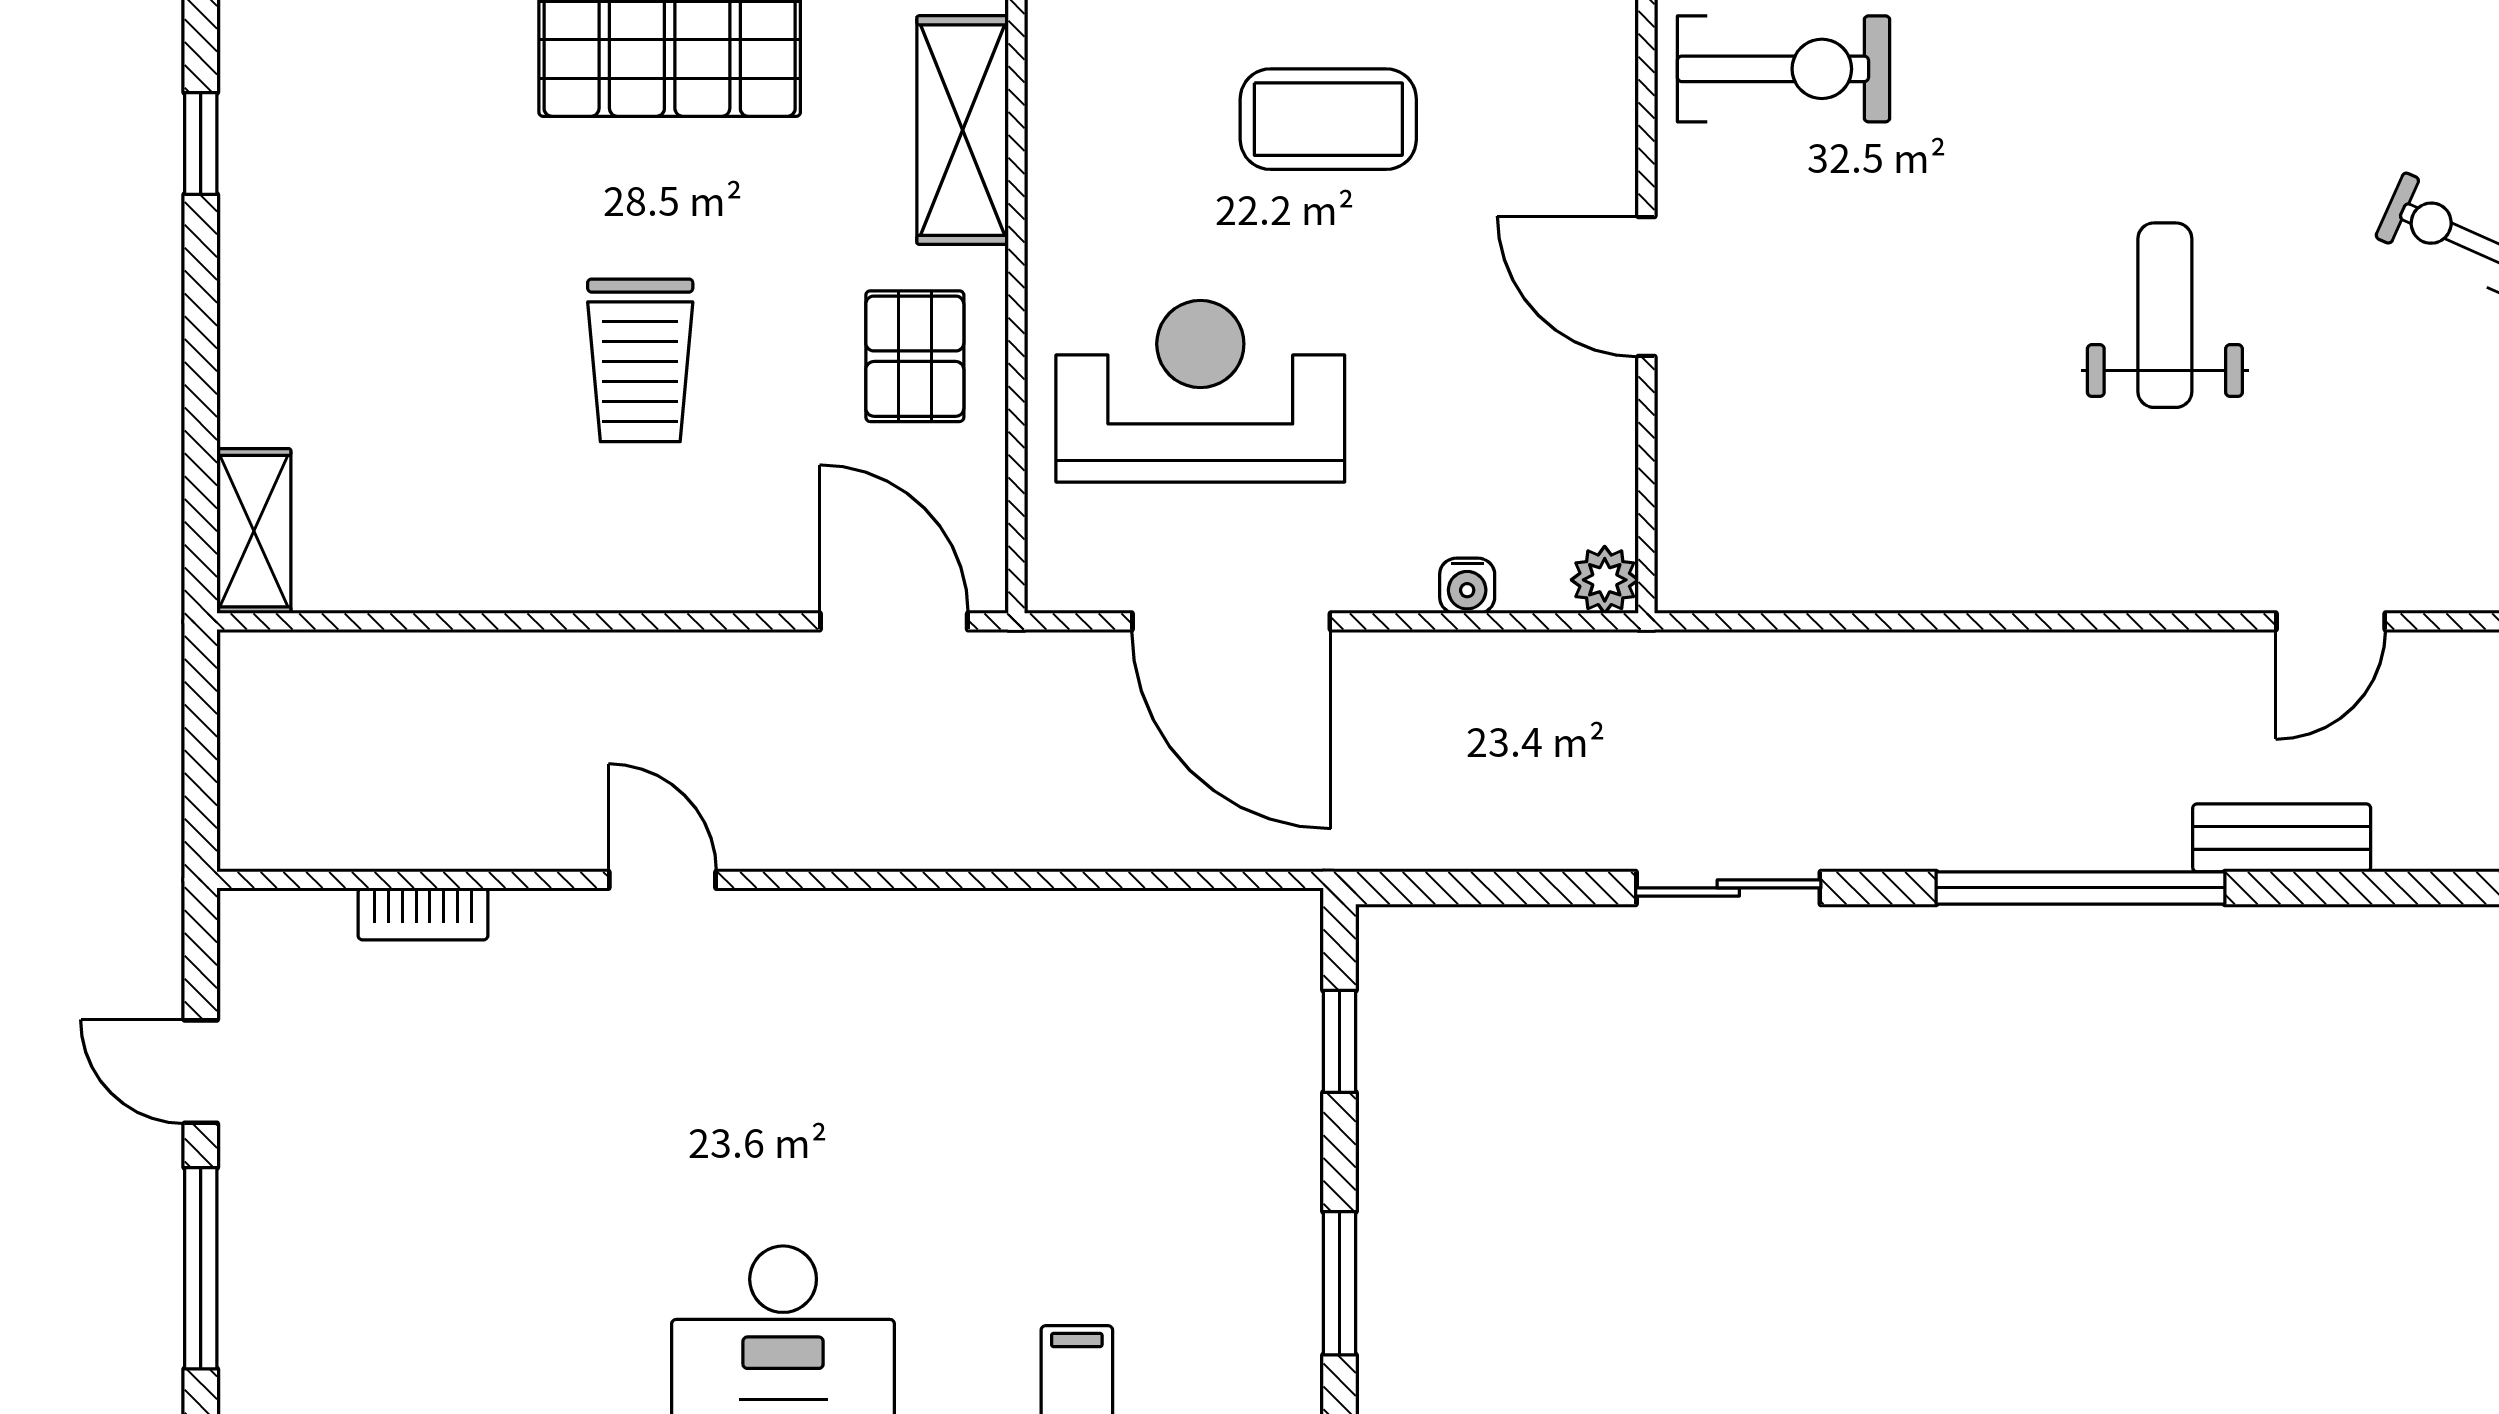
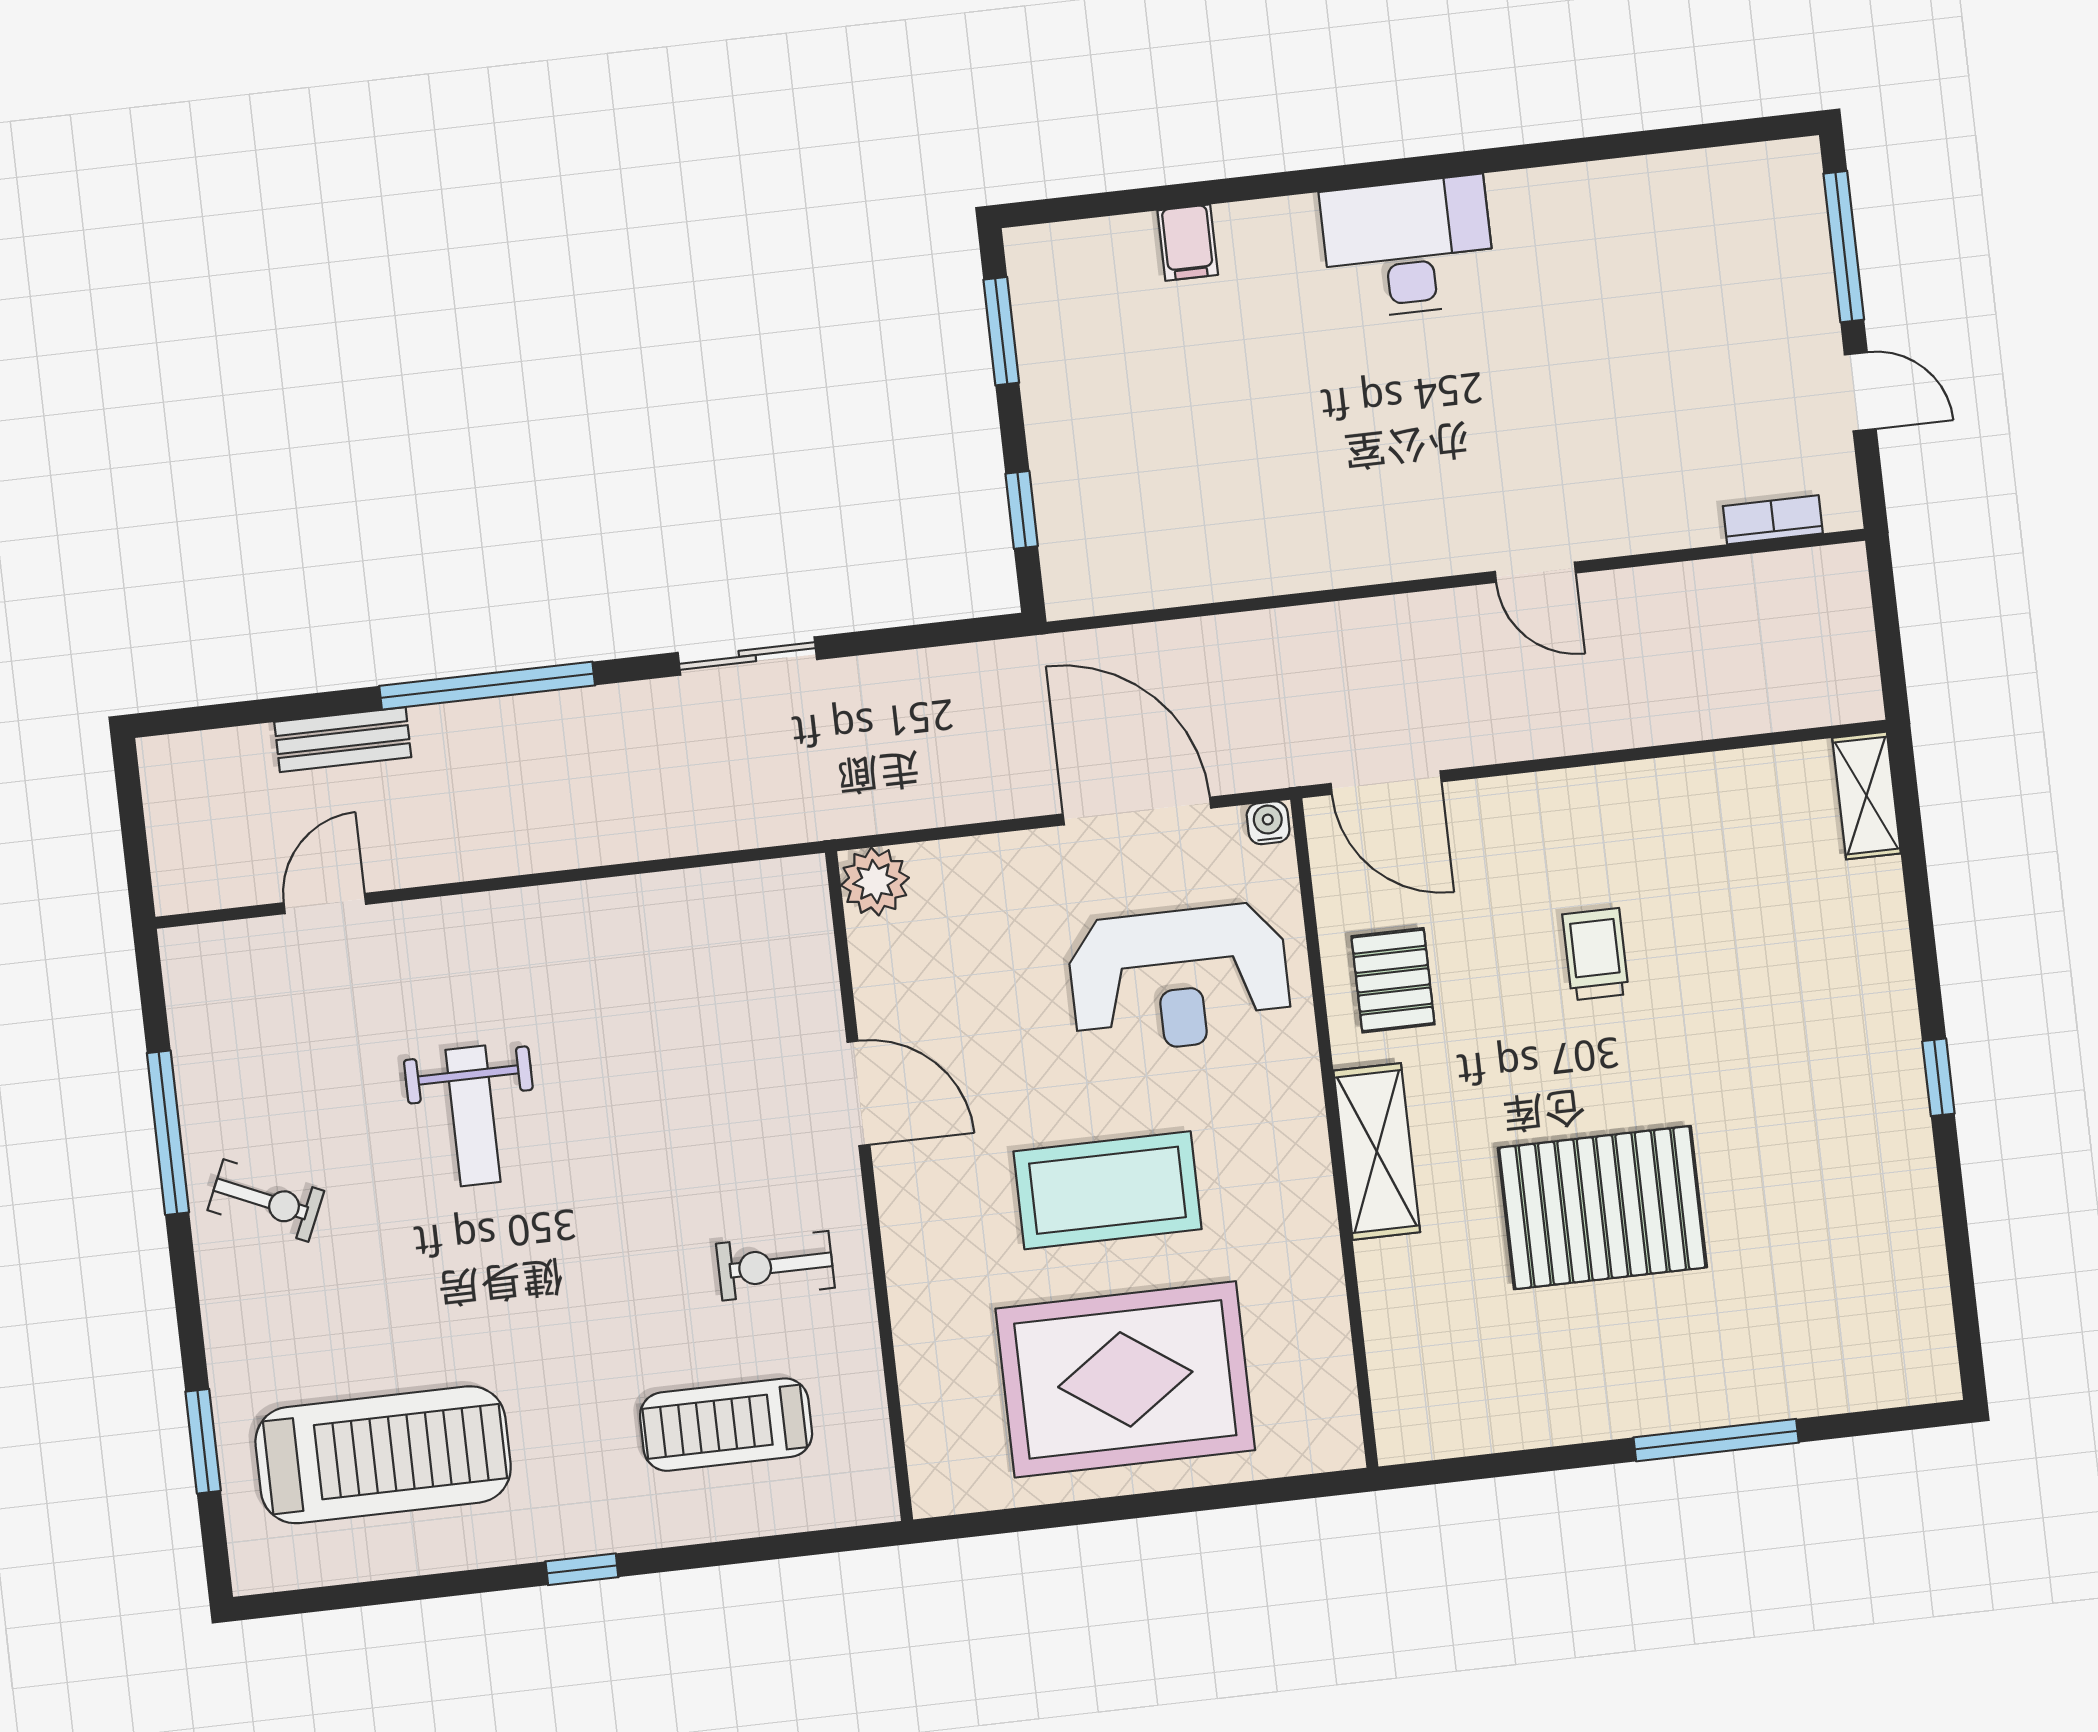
exercise bike: (1784, 69) -> (775, 1266), width x0.73, depth x0.72
coffee table: (1328, 119) -> (1108, 1190), width x1.36, depth x1.32
trolley: (640, 360) -> (1595, 954), width x0.73, depth x0.72
plant: (1605, 580) -> (875, 881), width x1.38, depth x1.38
water cooler: (1467, 586) -> (1268, 823), moved
bookcase: (423, 914) -> (1773, 520), moved

